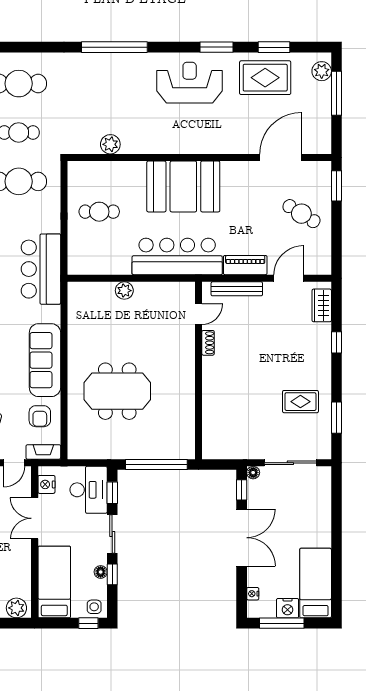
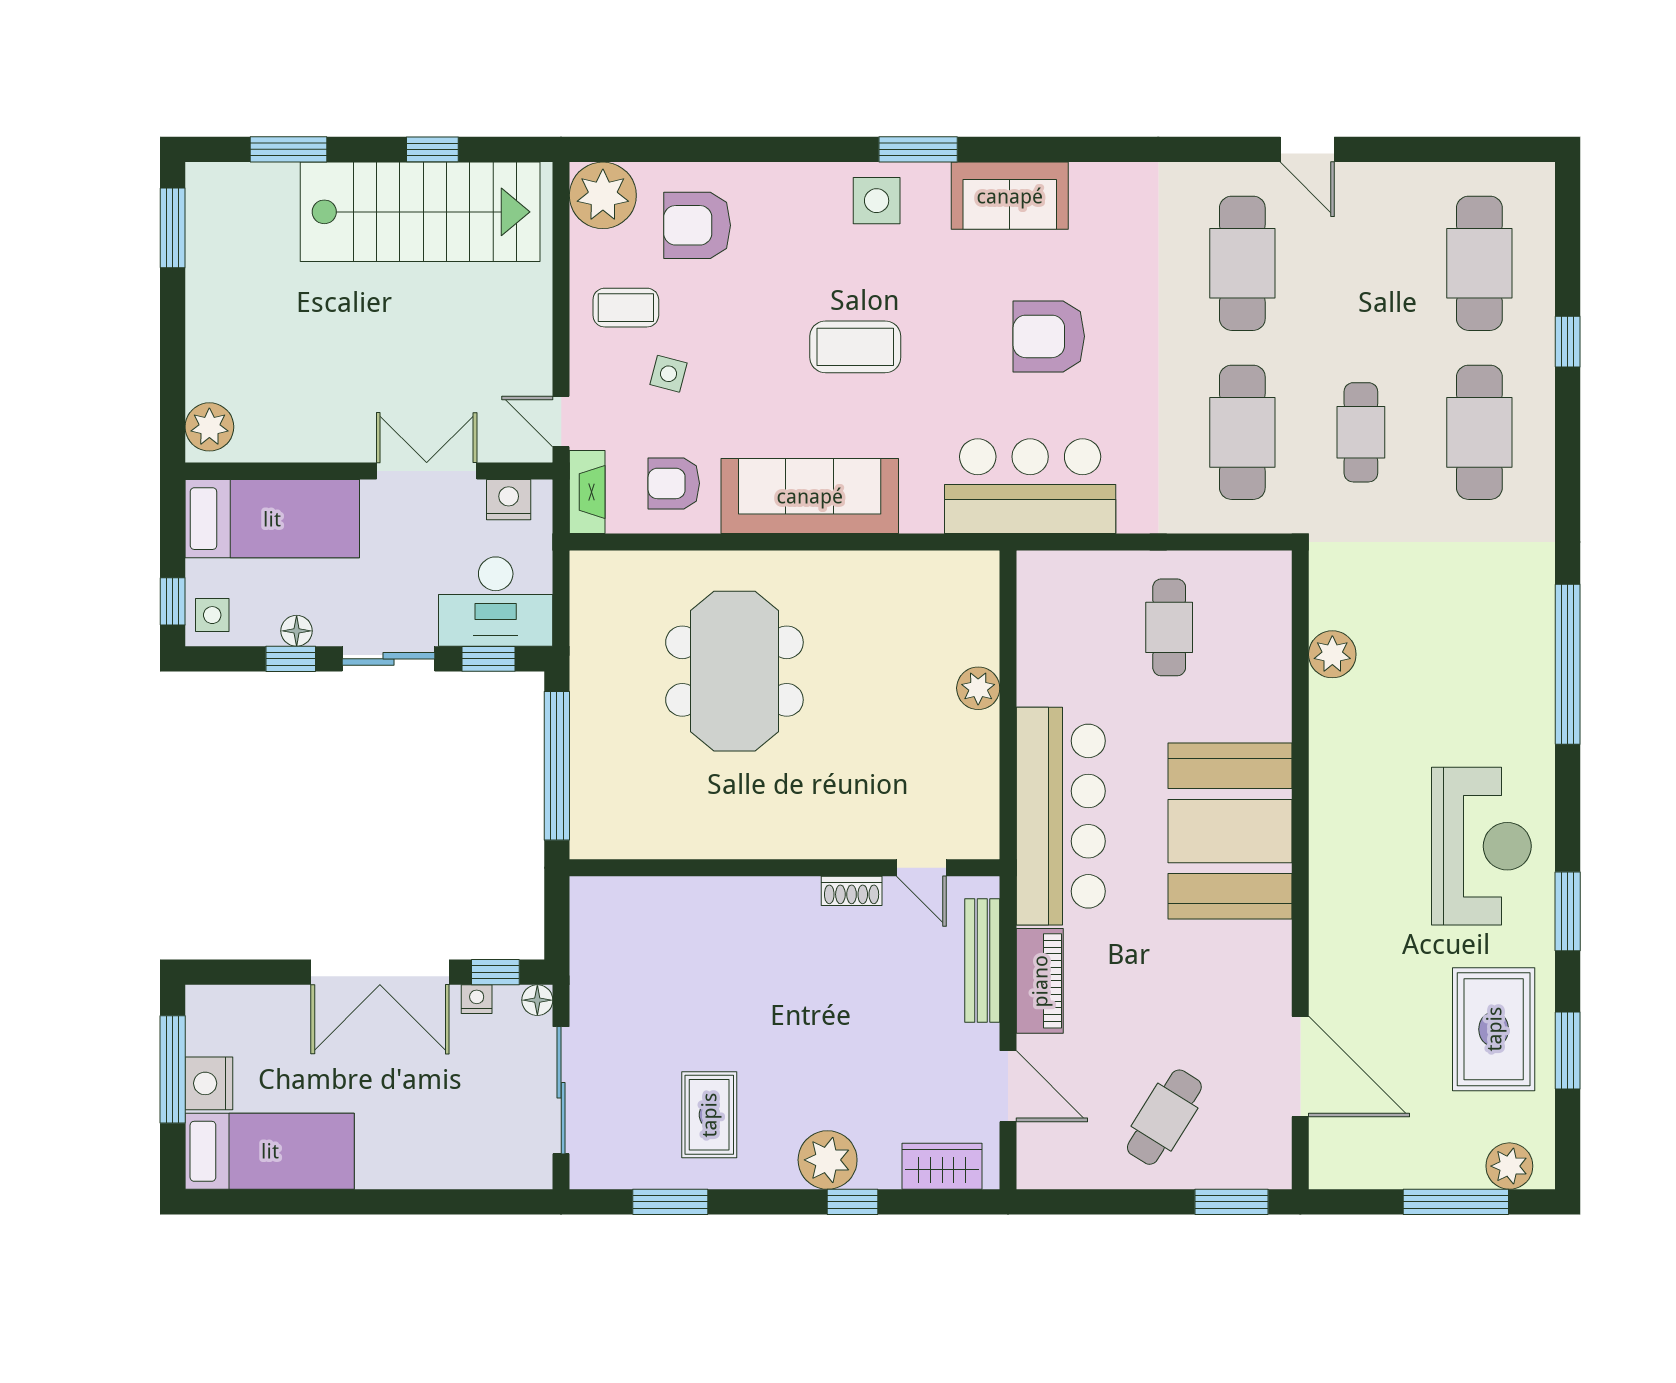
plant: (319, 353) -> (828, 1160), added
nightstand: (253, 594) -> (477, 999), moved

